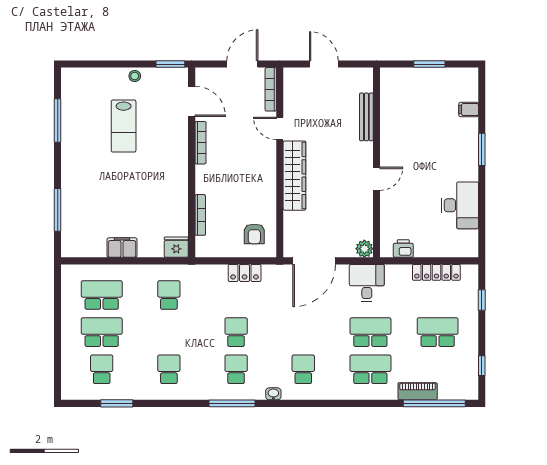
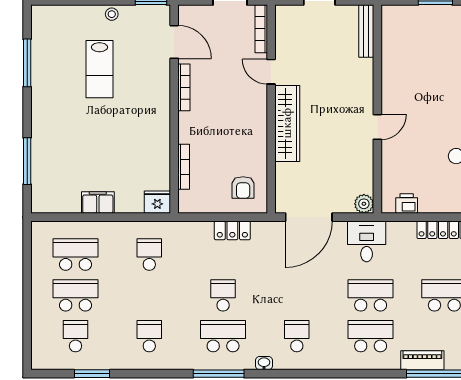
bench: (366, 117) -> (366, 31), moved
school desk: (236, 369) -> (223, 336), width x1.85

